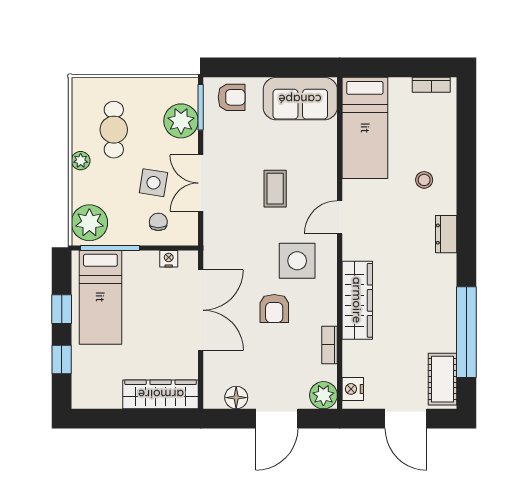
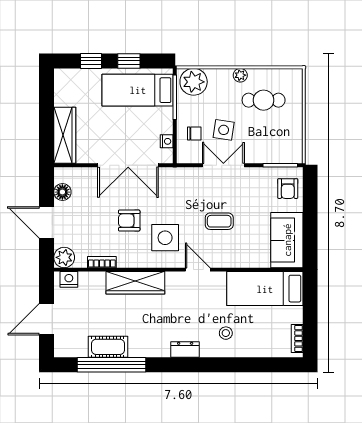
plant: (181, 121) -> (270, 151), removed
cot: (443, 379) -> (108, 347), moved

